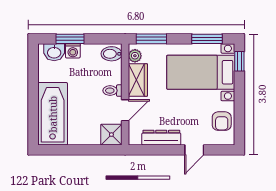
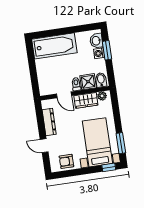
window: (151, 39) -> (115, 105), removed
shower: (111, 135) -> (88, 82), moved

